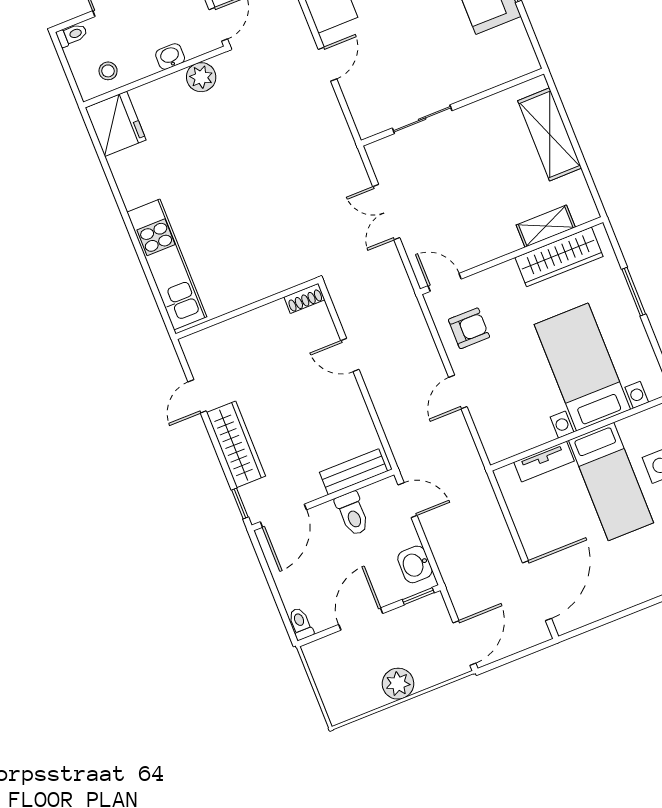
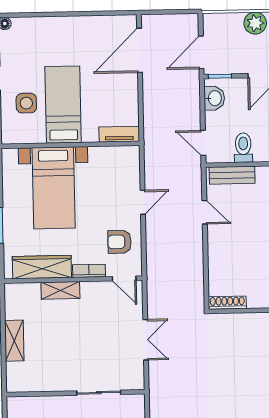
shelving: (550, 134) -> (14, 341), width x0.67, depth x0.75
shelving: (546, 226) -> (60, 290), moved
bookcase: (495, 275) -> (89, 271), added
shoe rack: (304, 298) -> (227, 303), width x1.43
door: (350, 355) -> (205, 212), moved
tv unit: (544, 462) -> (119, 134), moved
door: (464, 643) -> (201, 52), moved

